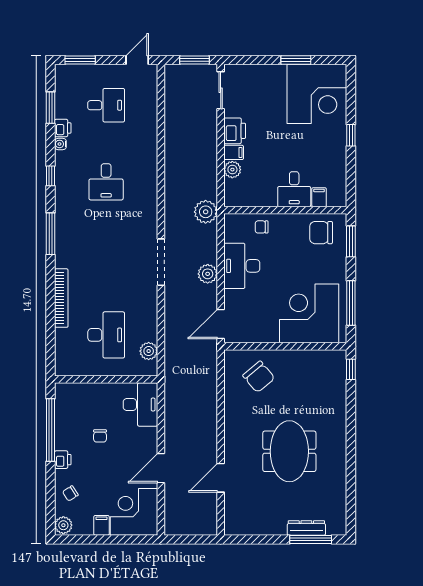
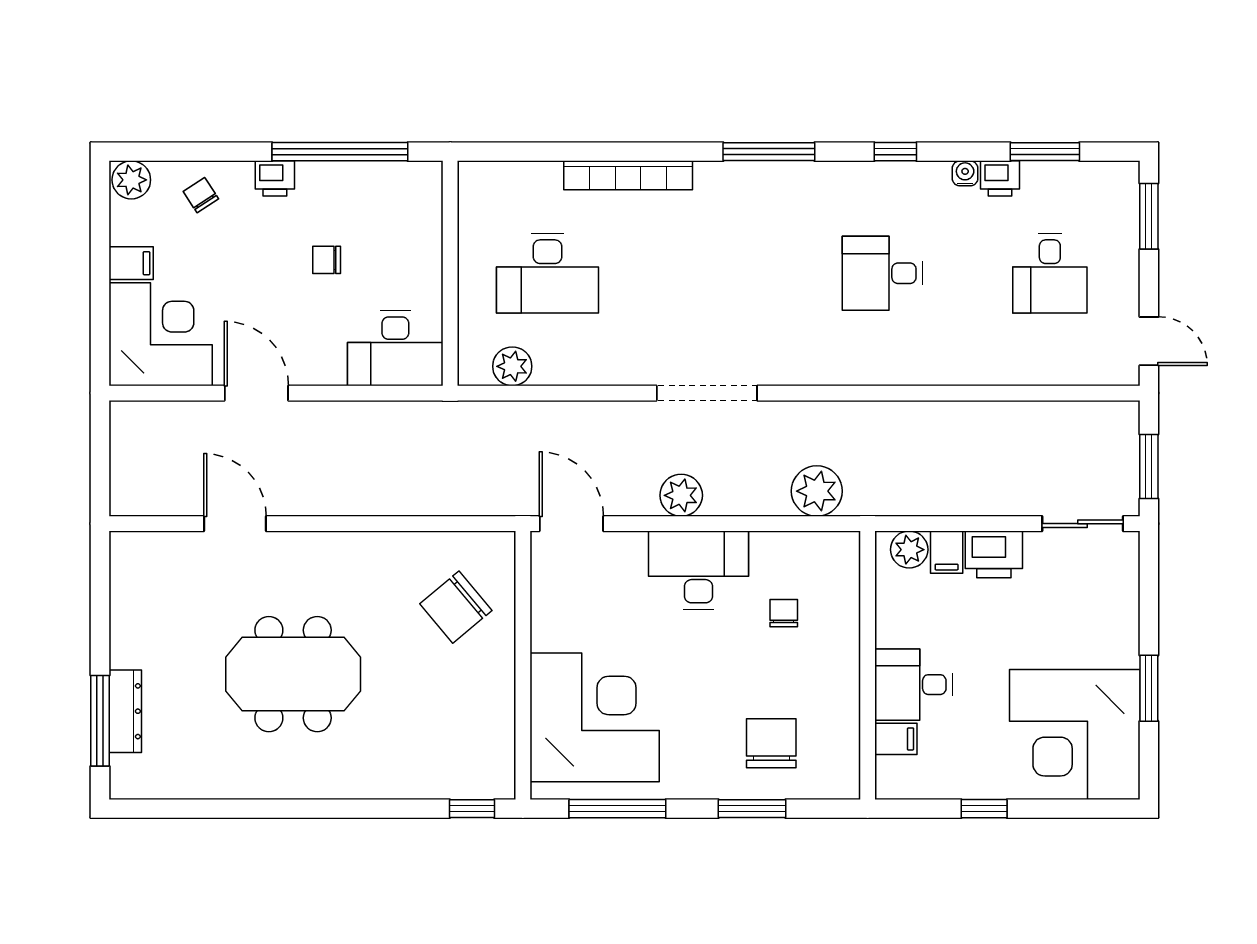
desk: (294, 189) -> (913, 685), moved
filing cabinet: (319, 197) -> (896, 739), moved
wall: (285, 210) -> (868, 665), moved

